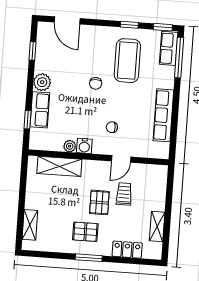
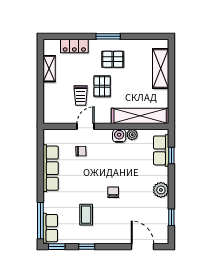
coffee table: (127, 61) -> (86, 215), width x0.54, depth x0.58
row of seats: (40, 110) -> (161, 150), moved
chair: (112, 127) -> (81, 151), moved
shelving: (59, 166) -> (140, 116), width x1.47
shelving: (30, 225) -> (161, 69), width x1.50, depth x1.33

